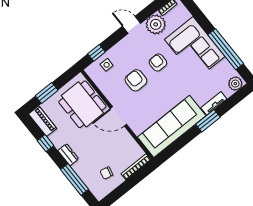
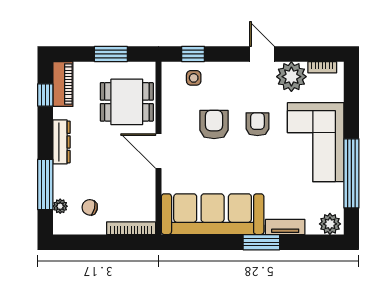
window: (47, 93) -> (111, 54), moved
dining table: (82, 104) -> (127, 102), width x0.73
window: (46, 143) -> (45, 95), moved
dresser: (68, 155) -> (62, 142), width x1.44
plant: (91, 184) -> (60, 206), added

